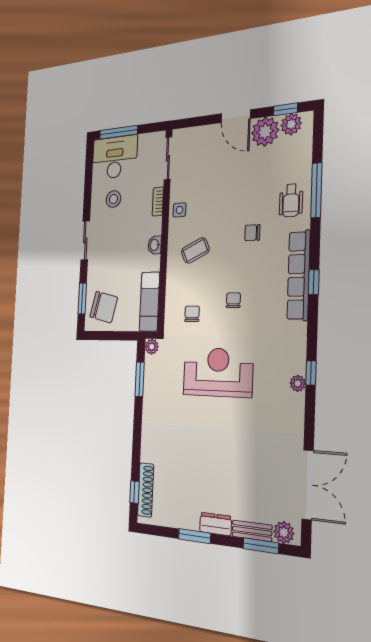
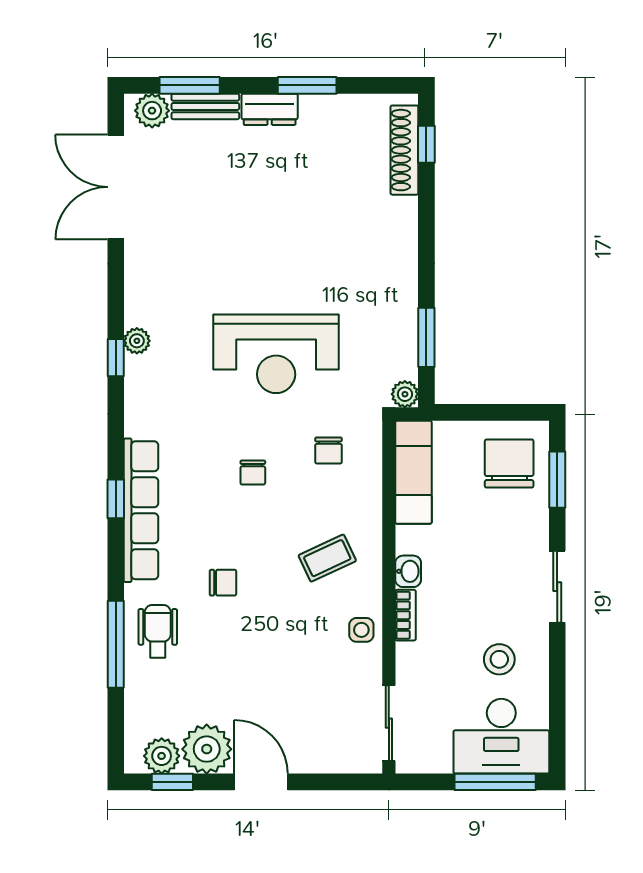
bookcase: (158, 202) -> (406, 615), moved
chair: (104, 307) -> (509, 464), turned 76

